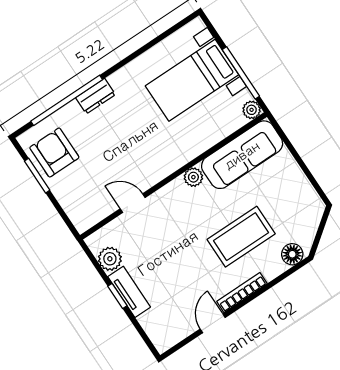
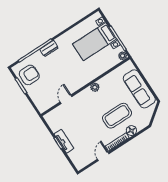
armchair: (54, 153) -> (29, 75), turned 90
sofa: (242, 155) -> (139, 89), moved, turned 90
door: (133, 203) -> (66, 99), hinge flipped
floor lamp: (292, 254) -> (131, 131), moved
plant: (110, 259) -> (55, 125), removed

